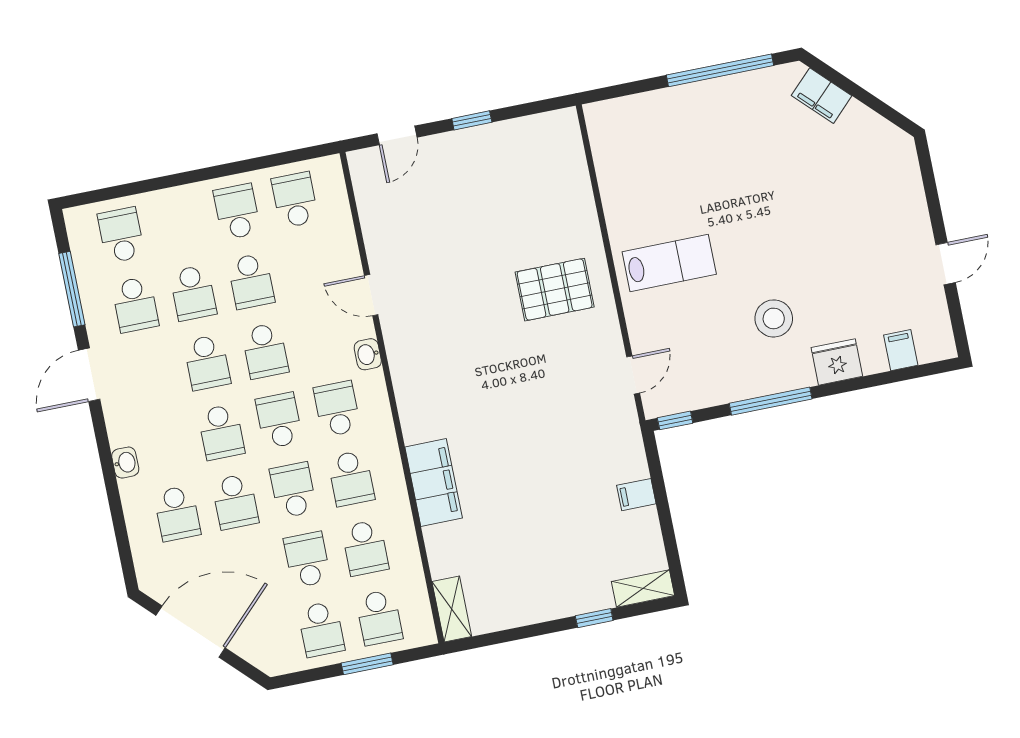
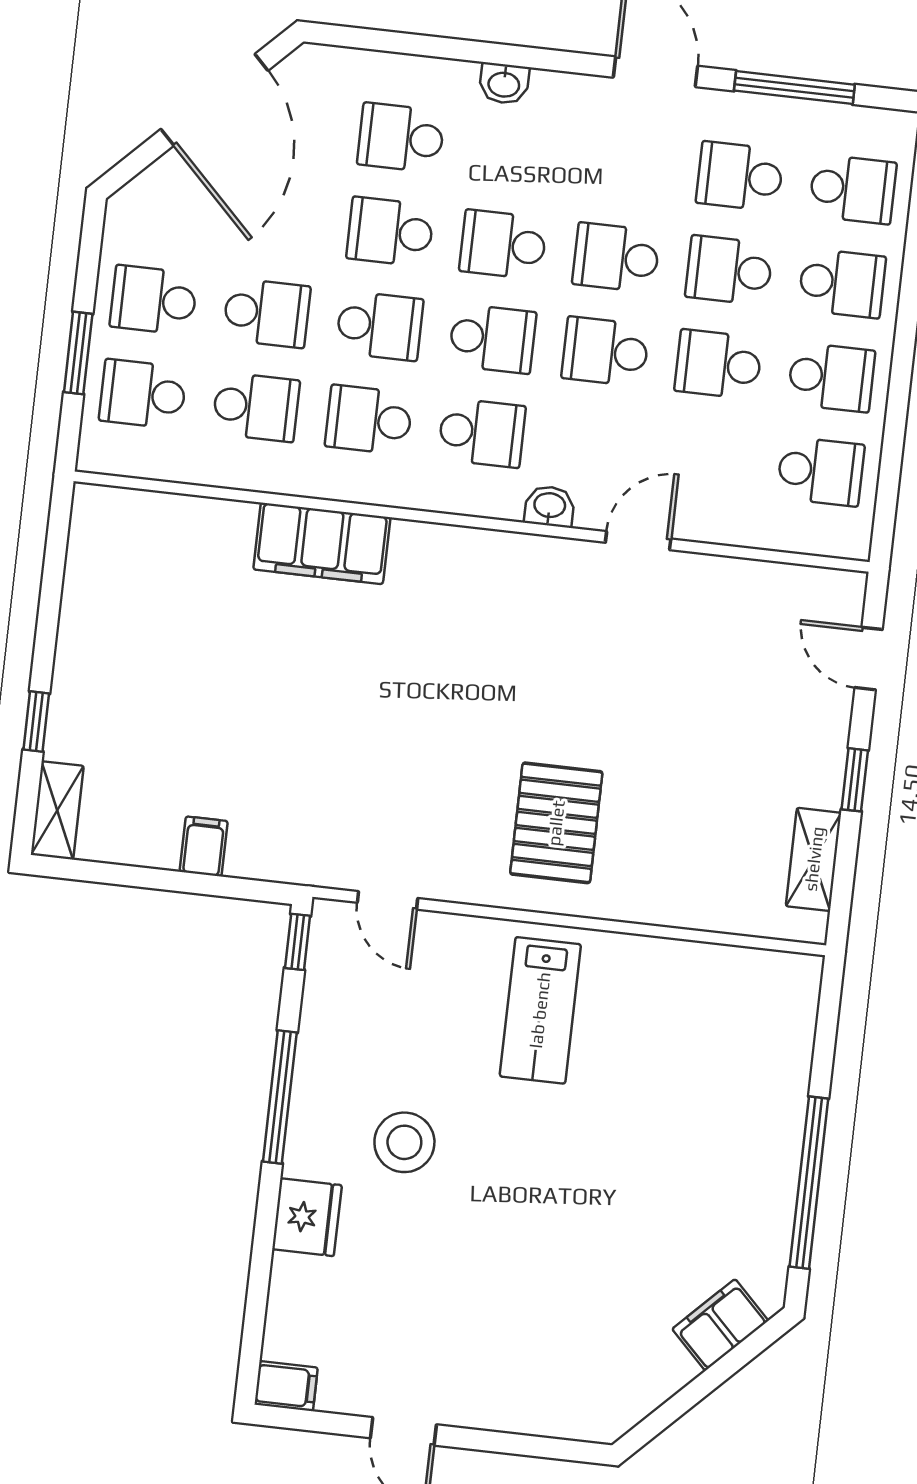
school desk: (179, 223) -> (842, 283), added
filing cabinet: (901, 350) -> (286, 1386), moved
school desk: (365, 548) -> (256, 407), turned 180
shelving: (452, 609) -> (814, 859), moved, turned 90

